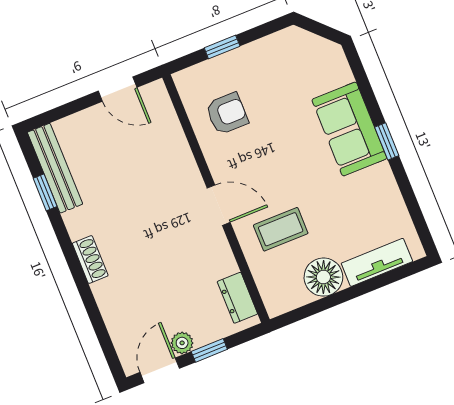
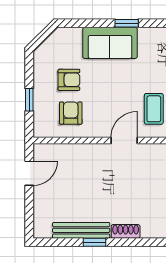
armchair: (273, 92) -> (69, 80), added
bench: (55, 168) -> (81, 230), moved
window: (45, 192) -> (95, 242), moved

